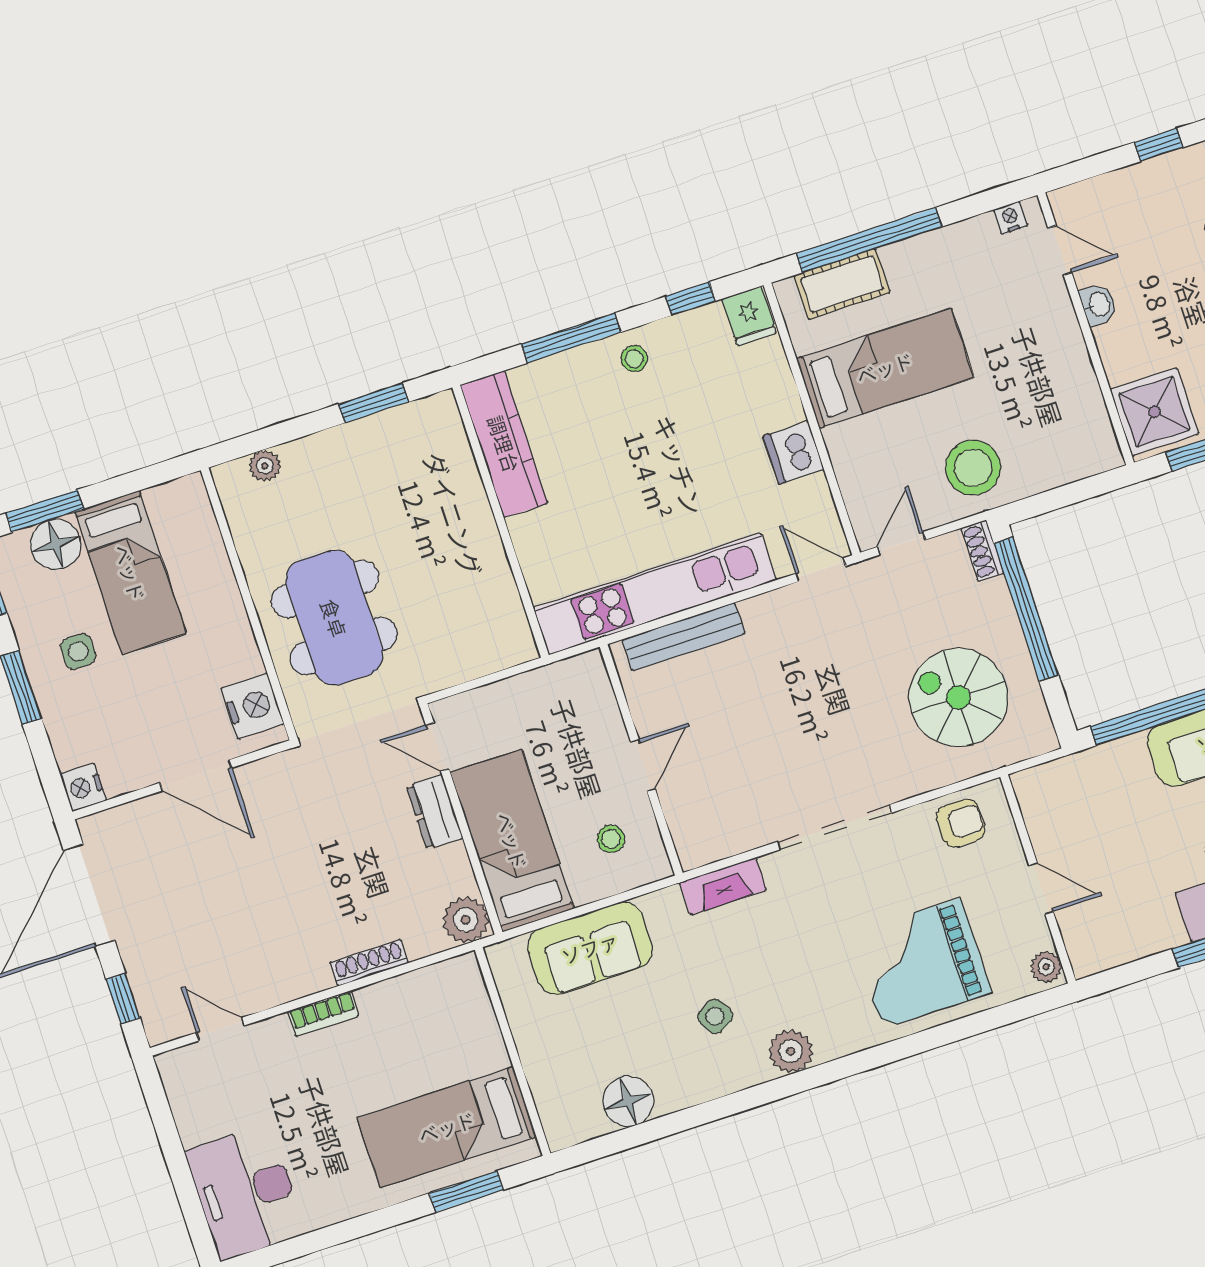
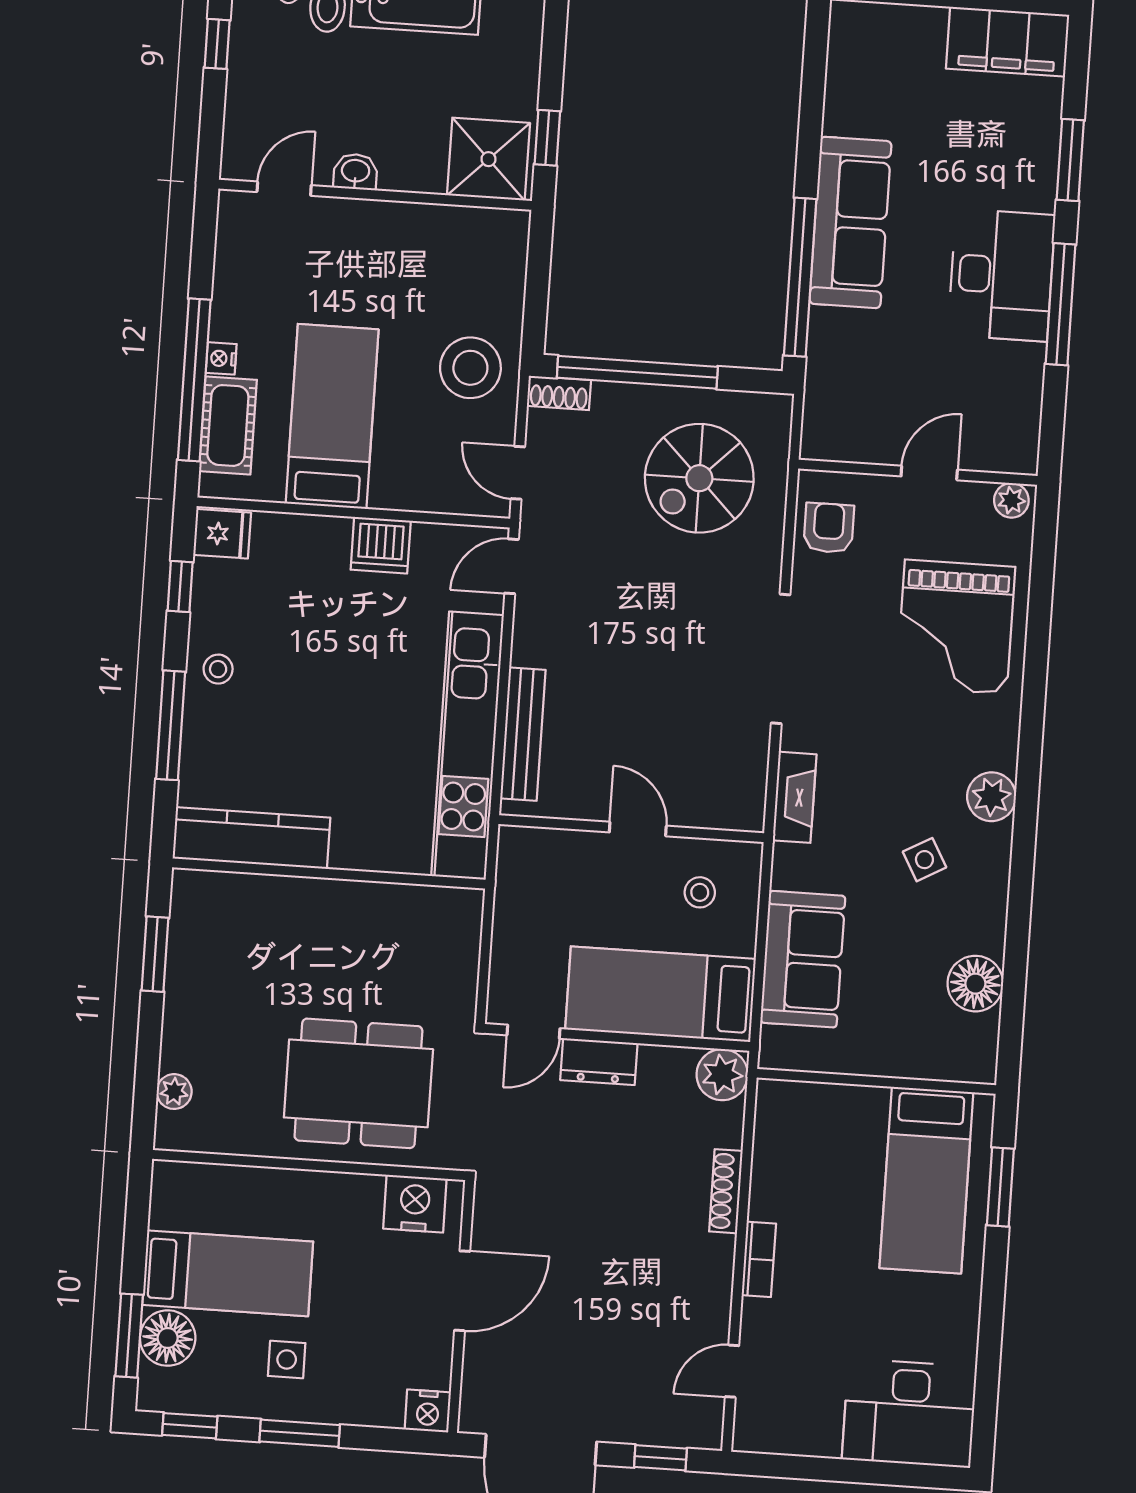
nightstand: (1010, 218) -> (221, 358), moved

